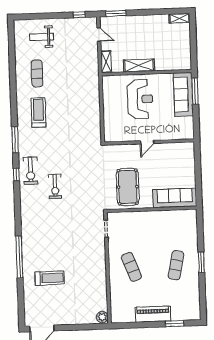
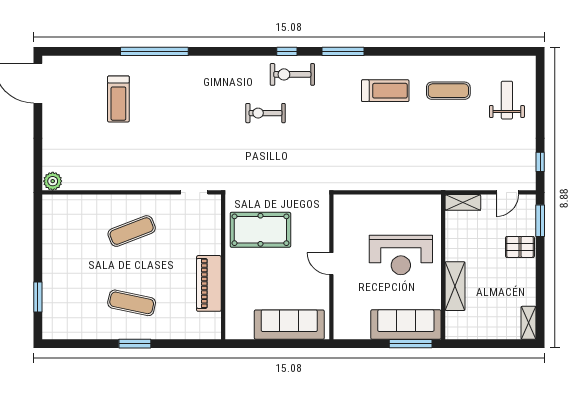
pallet: (132, 25) -> (520, 247), added
shelving: (139, 65) -> (455, 286), moved
sofa: (175, 198) -> (289, 325), moved, turned -90
piano: (153, 314) -> (209, 283), moved, turned 180

